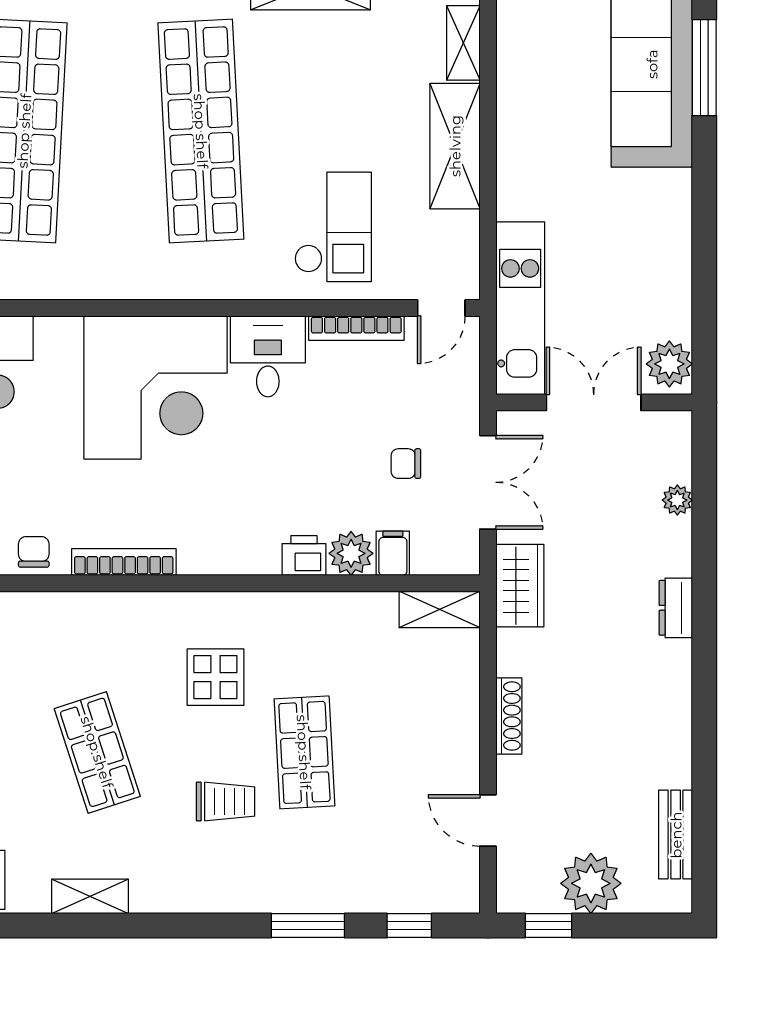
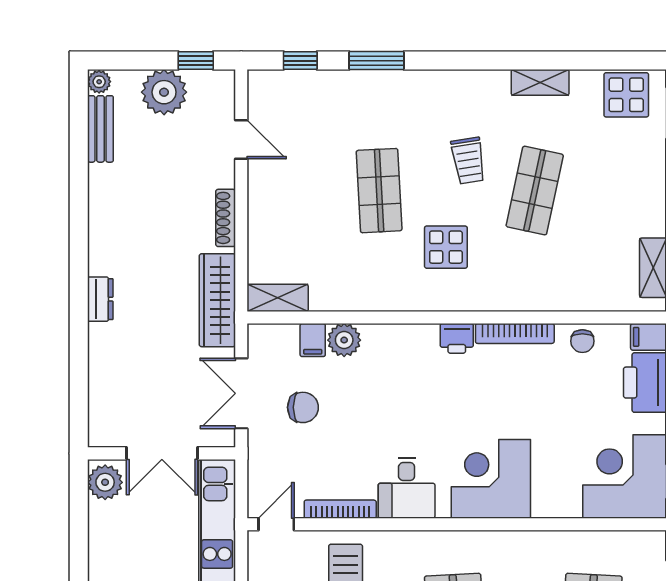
corner desk: (156, 387) -> (491, 479), width x0.74, depth x0.74
chair: (406, 464) -> (303, 407), width x1.37, depth x1.37
plant: (677, 500) -> (99, 82), moved
printer: (304, 556) -> (457, 338), moved
wardrobe: (520, 586) -> (217, 300), width x1.50
shop shelf: (97, 752) -> (535, 191), turned 30
trolley: (226, 801) -> (468, 161), moved, turned -99

